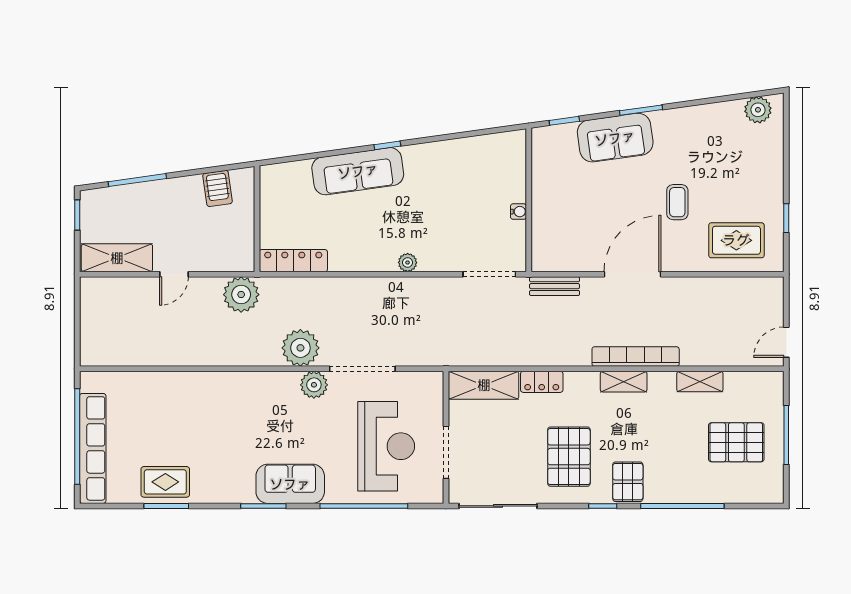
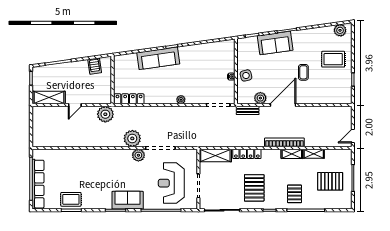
side table: (551, 209) -> (246, 75), added
rug: (736, 240) -> (333, 59), moved
plant: (583, 259) -> (260, 98), added
locker: (542, 382) -> (247, 154), width x1.53
shelving: (624, 382) -> (292, 154), moved
reception desk: (386, 446) -> (171, 183), turned 180
pallet: (628, 482) -> (294, 194), moved

